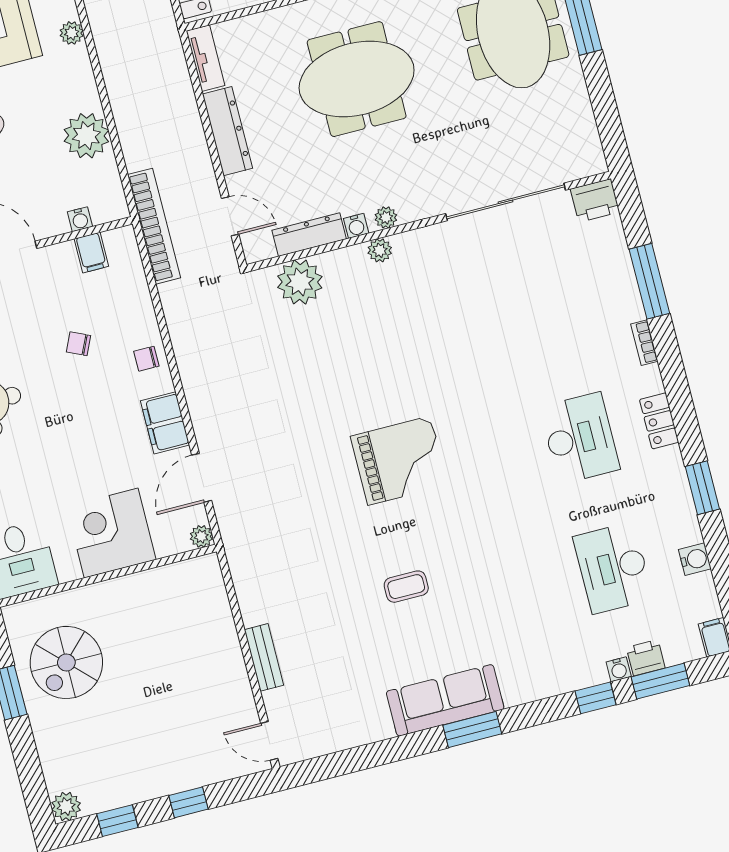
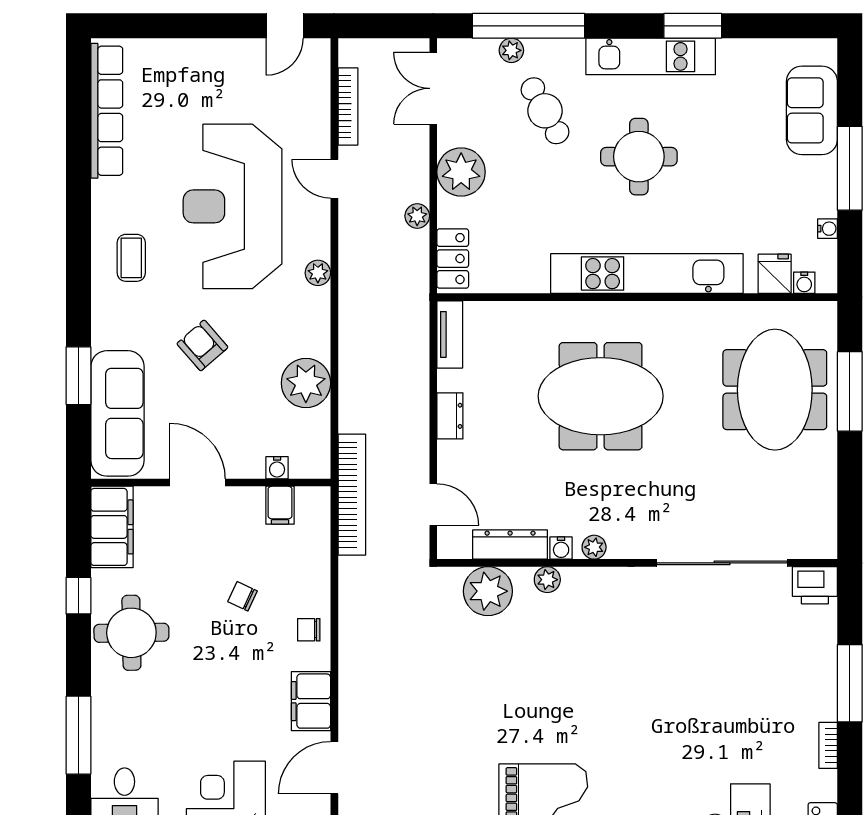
dresser: (227, 131) -> (450, 416), width x0.51, depth x0.80
plant: (380, 250) -> (547, 580), moved

